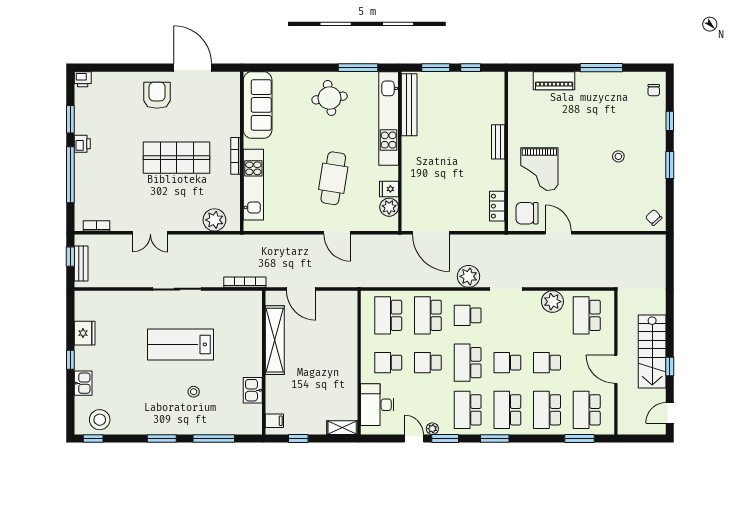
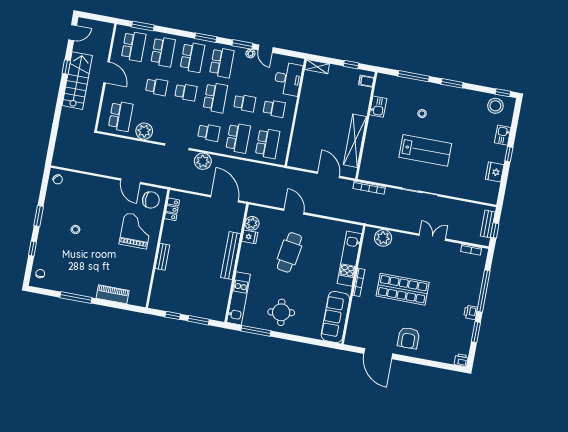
bench: (409, 105) -> (231, 256), moved
kitchen unit: (389, 118) -> (239, 298), width x0.73

